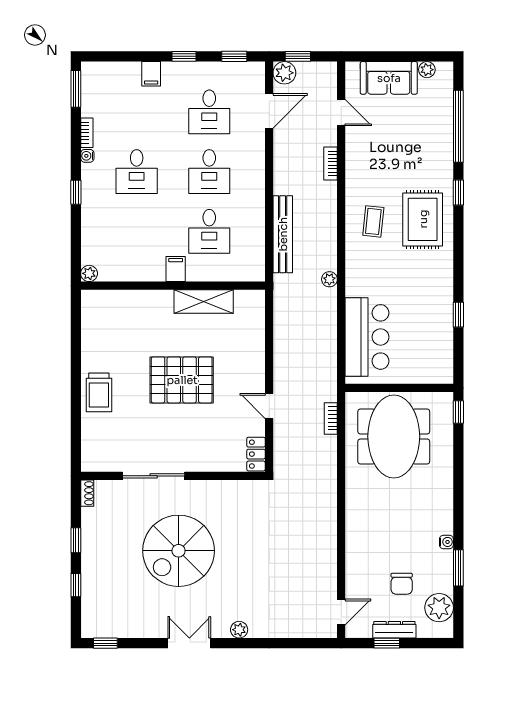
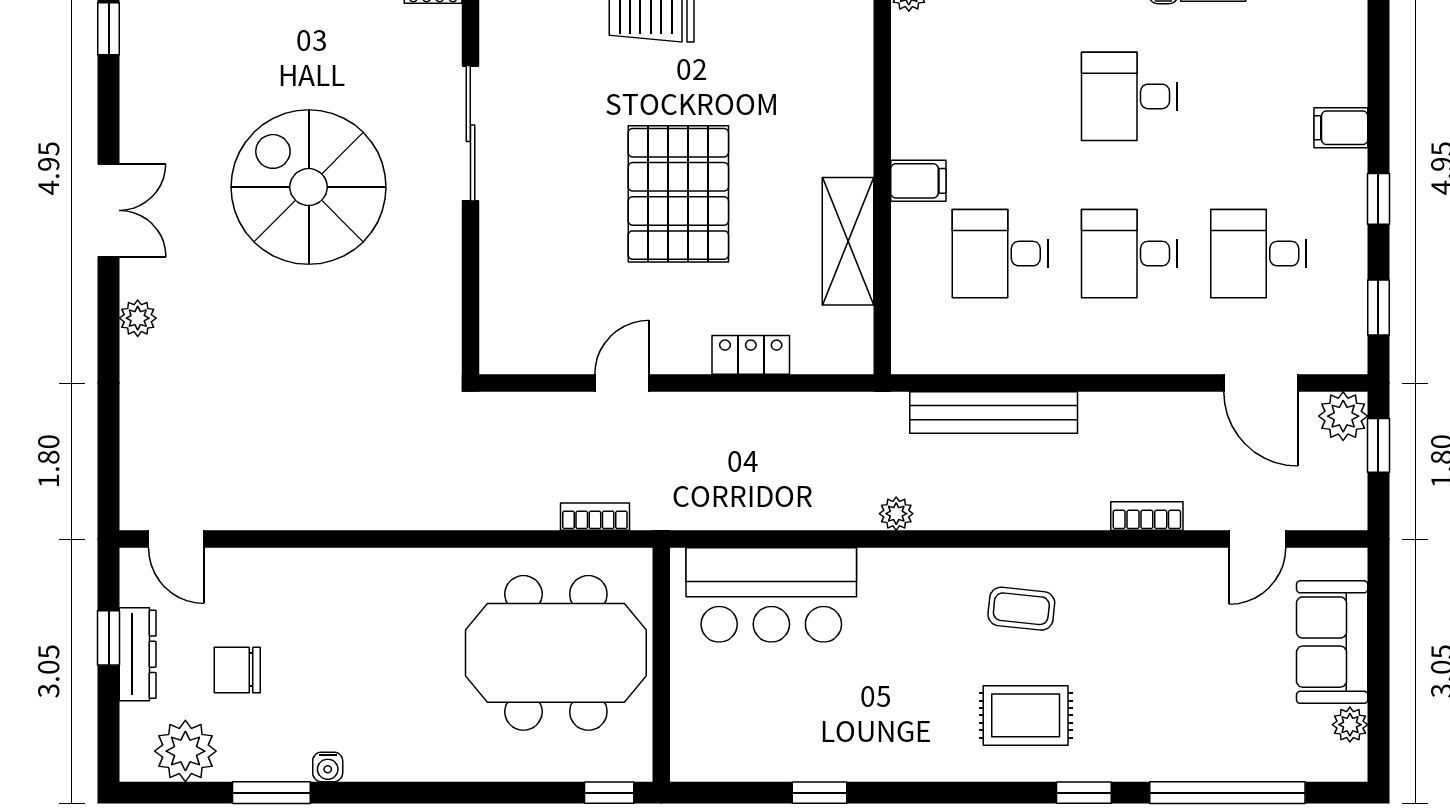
rug: (423, 219) -> (1026, 715), width x0.73, depth x0.70
locker: (256, 454) -> (751, 355), moved

